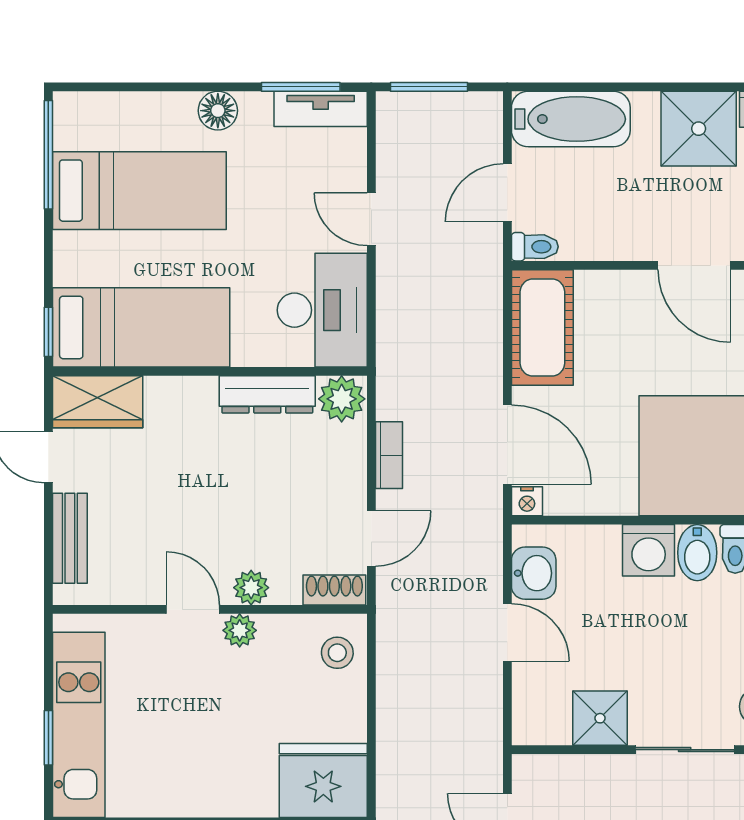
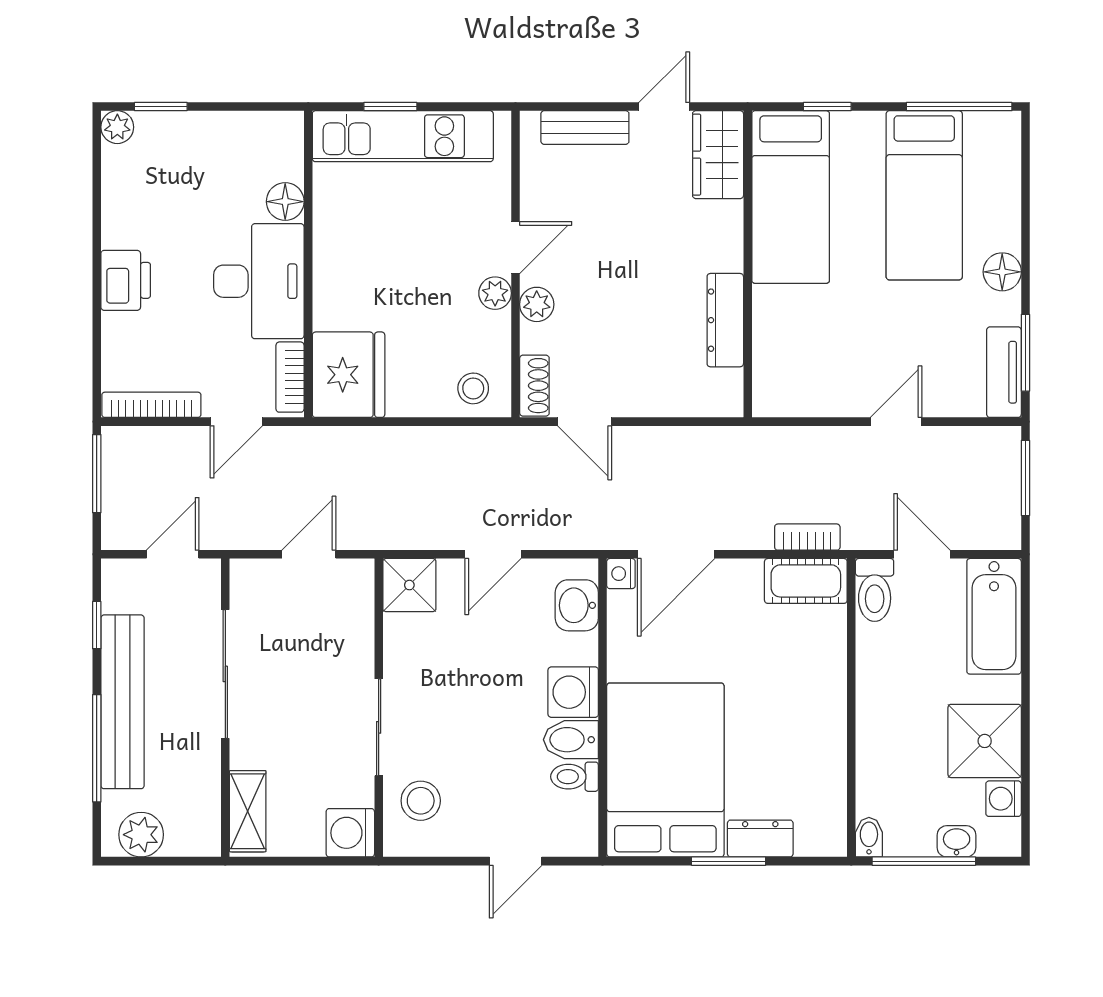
toilet: (535, 247) -> (875, 590), width x1.37, depth x1.39
door: (694, 265) -> (851, 737), removed
desk: (322, 310) -> (808, 374), removed
cot: (542, 327) -> (806, 581), width x0.73, depth x0.75
window: (48, 332) -> (827, 107), moved
plant: (342, 399) -> (721, 393), removed
bookcase: (389, 455) -> (807, 537), moved, turned 180
washbasin: (534, 573) -> (577, 605), moved, turned 90
shower: (600, 718) -> (409, 585), moved

